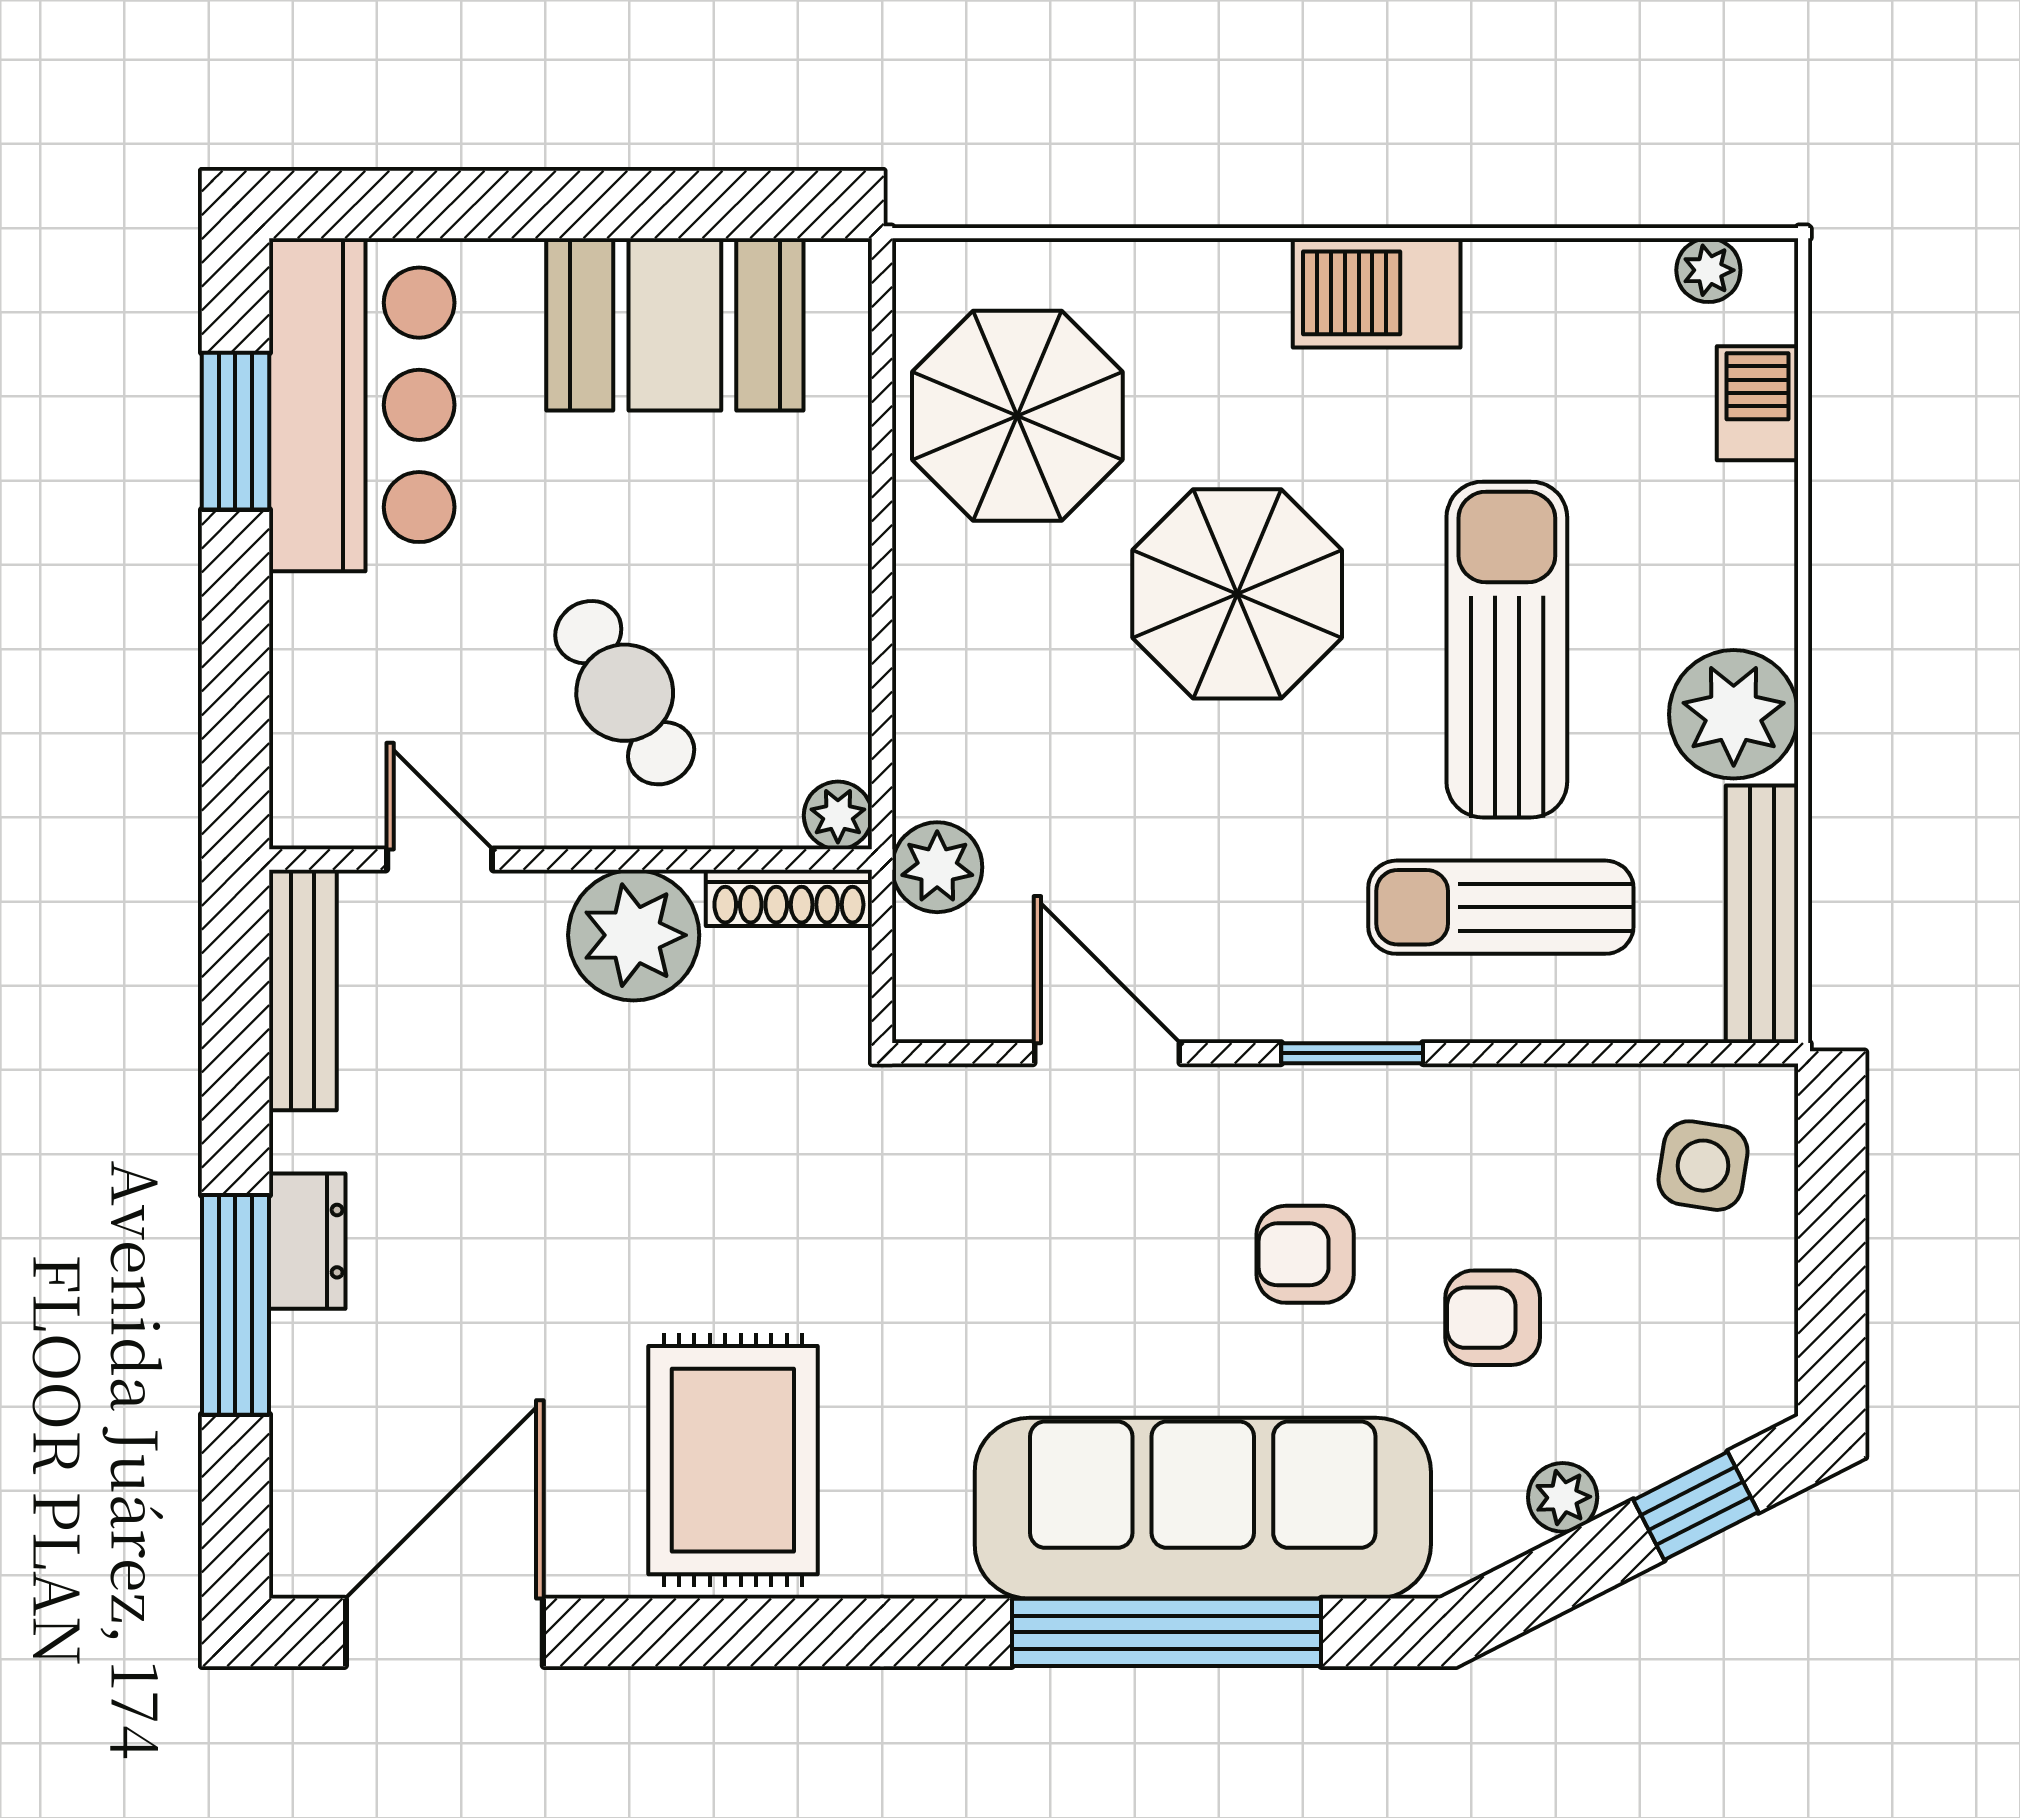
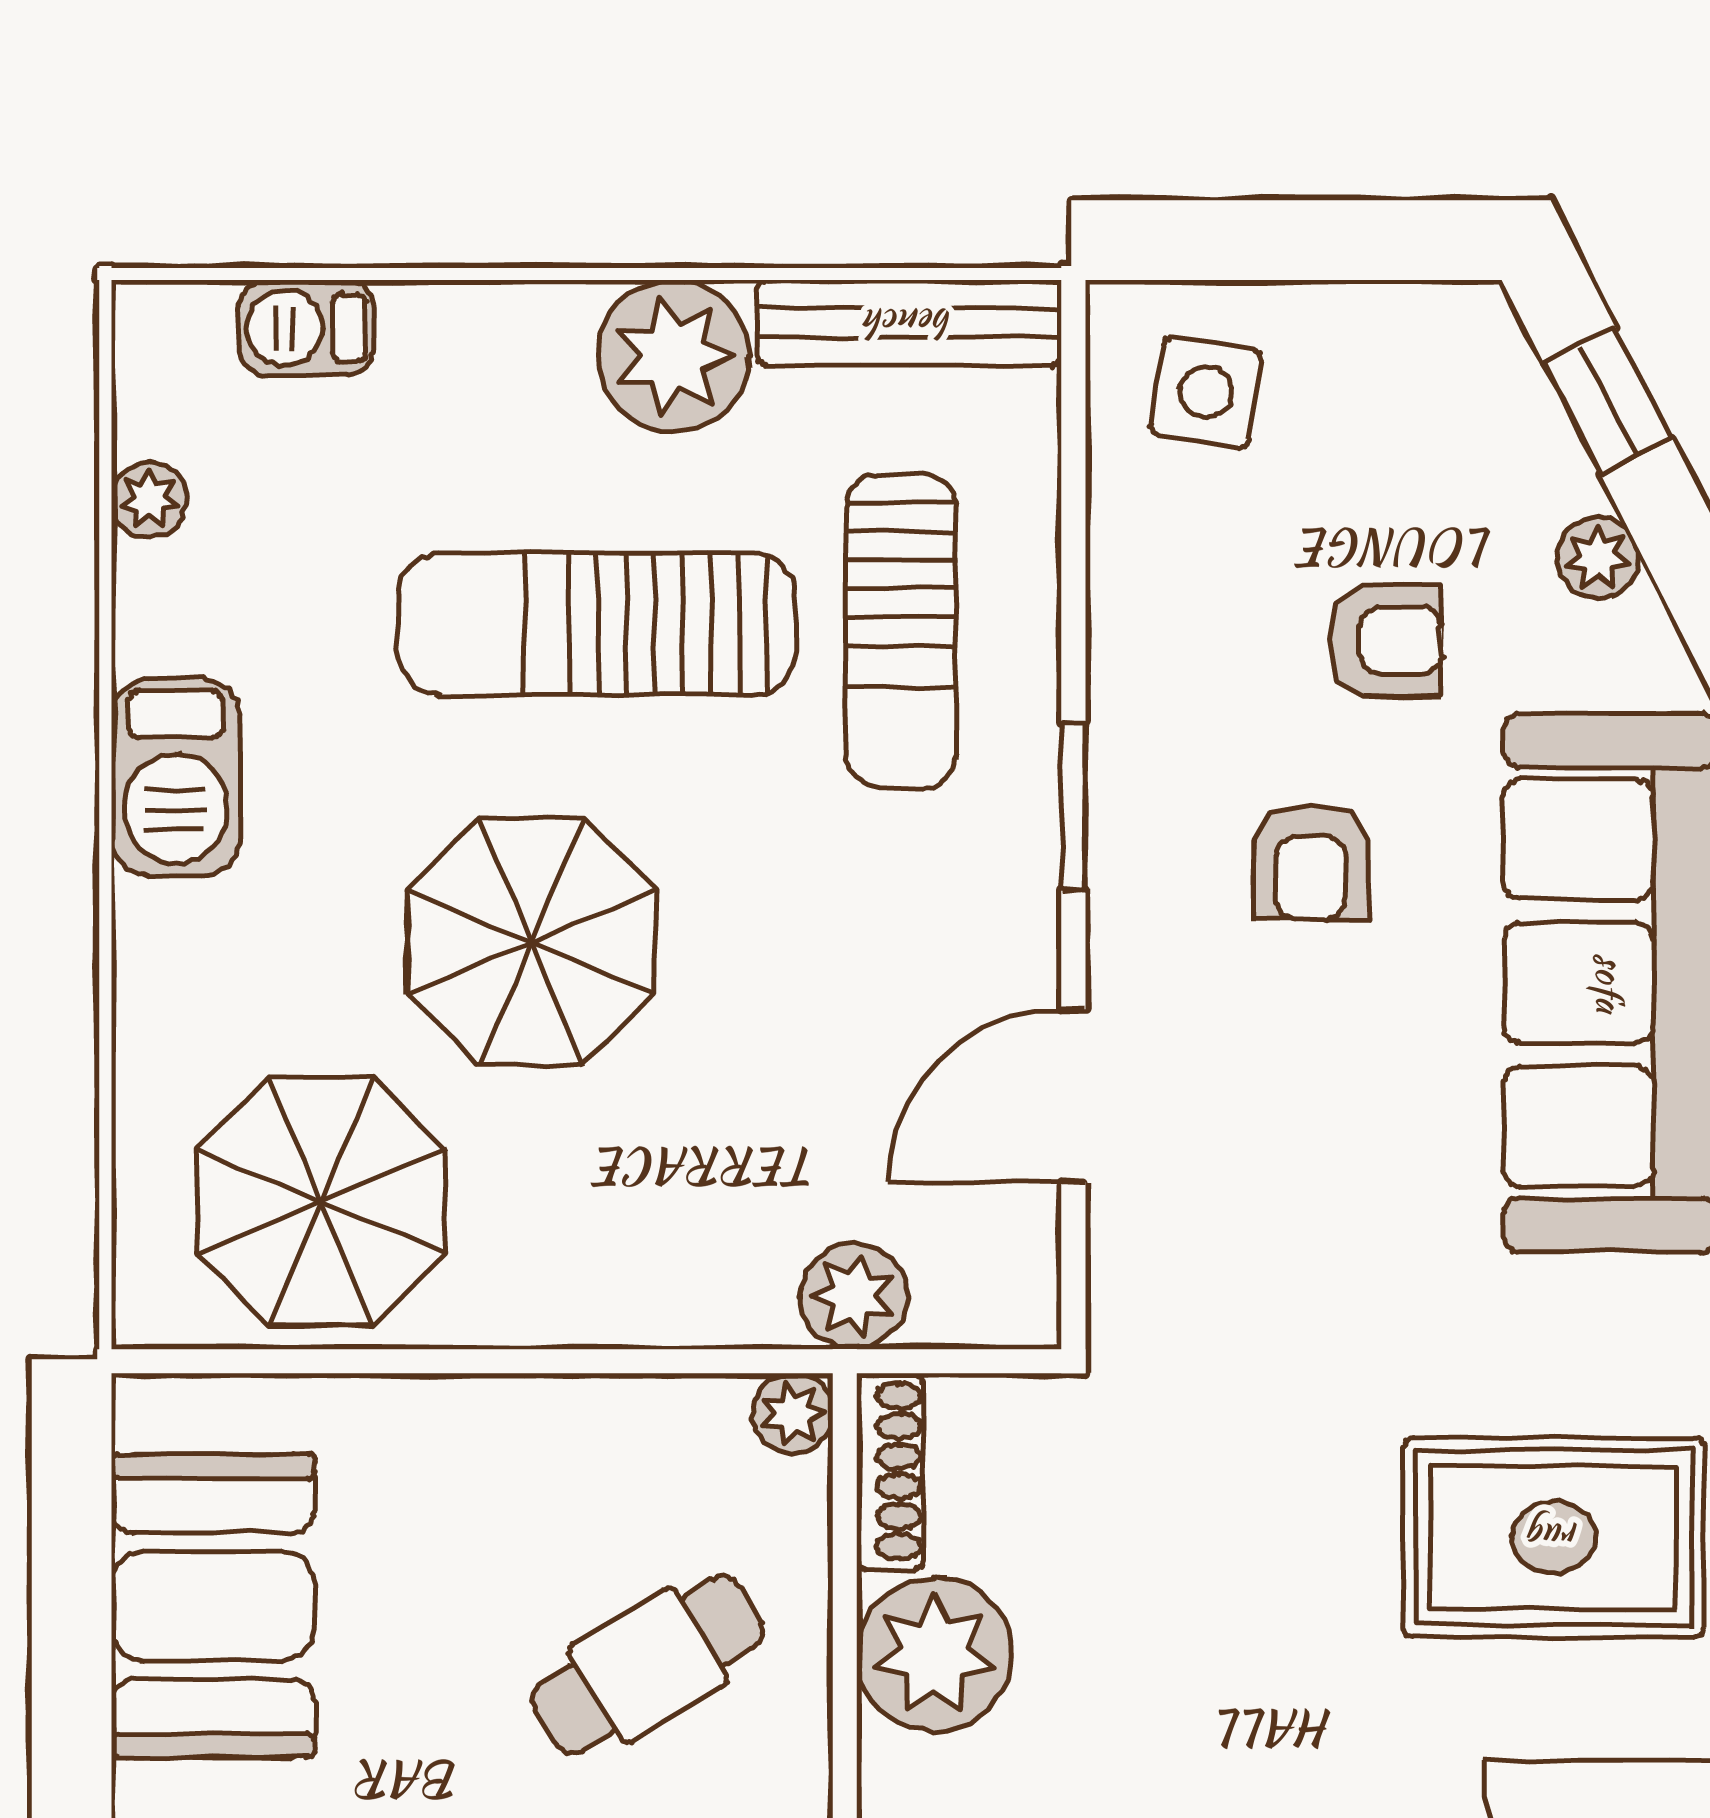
plant: (1708, 270) -> (149, 500), moved
armchair: (1493, 1318) -> (1386, 640), turned -90

